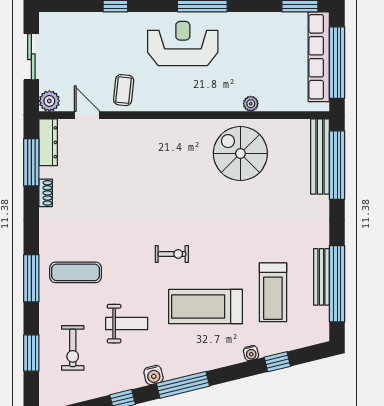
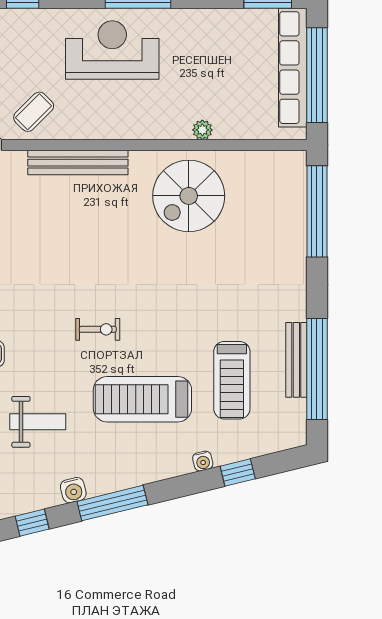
coffee table: (124, 90) -> (34, 112), turned 39
spiral stairs: (240, 153) -> (189, 196), turned -90
bench: (320, 157) -> (78, 163), moved, turned 90

